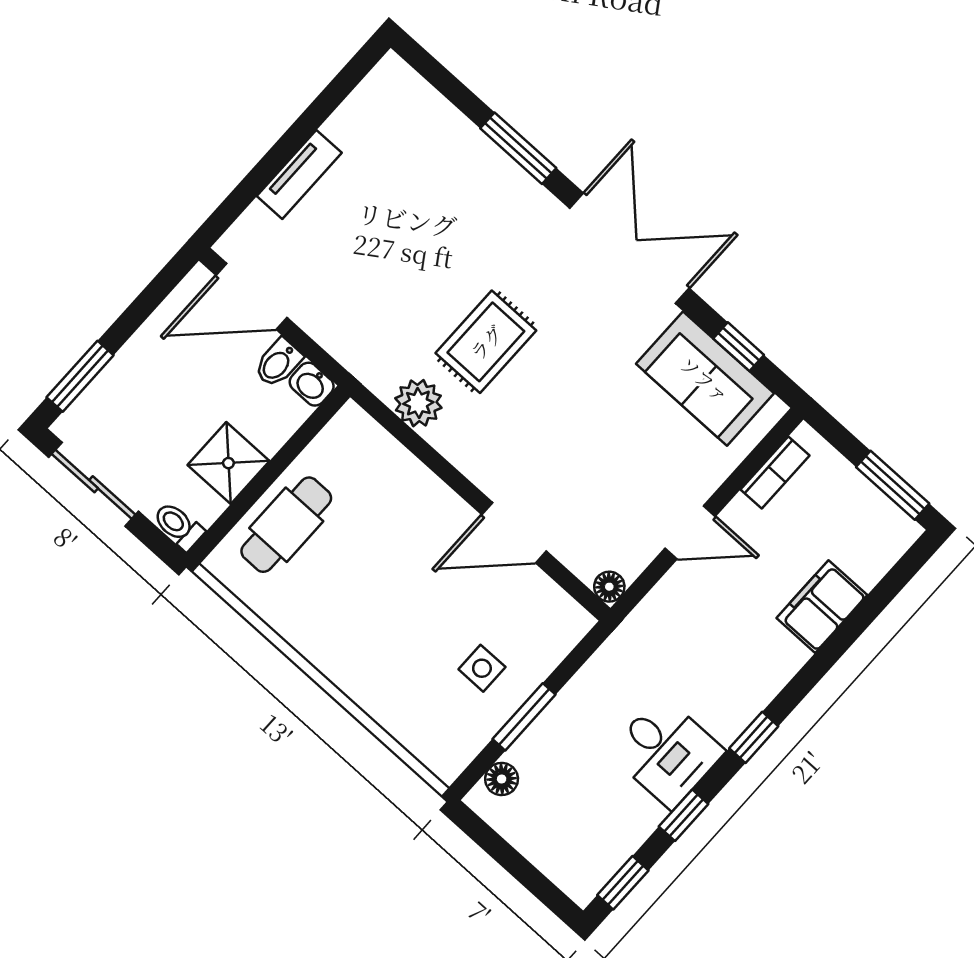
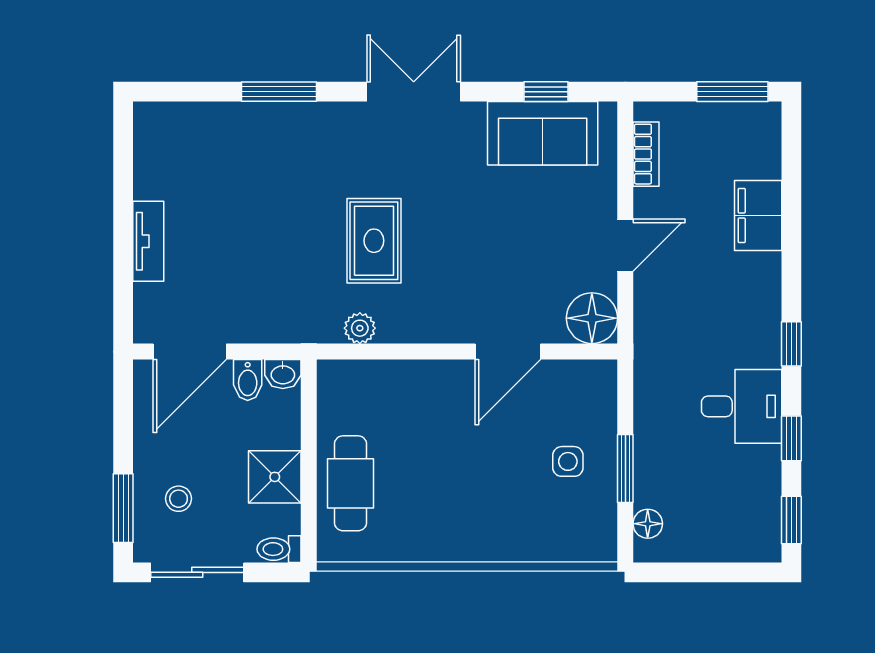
double door: (629, 248) -> (414, 92), width x0.73
plant: (418, 403) -> (360, 328), width x0.73, depth x0.73
stool: (133, 410) -> (179, 499), added
floor lamp: (609, 587) -> (592, 318), width x1.89, depth x1.89

